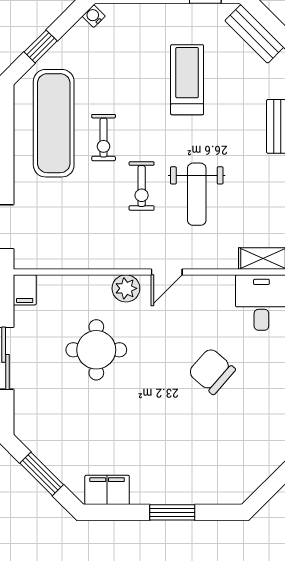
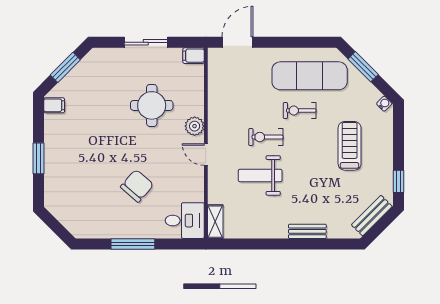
window: (41, 46) -> (363, 67), width x1.50
treadmill: (187, 80) -> (350, 146), moved, turned -90
filing cabinet: (107, 490) -> (54, 105), width x0.50

